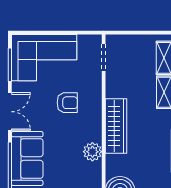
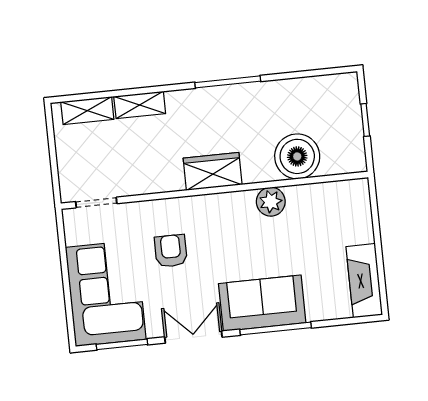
wardrobe: (116, 126) -> (213, 171), width x0.67
plant: (92, 152) -> (271, 202), moved

